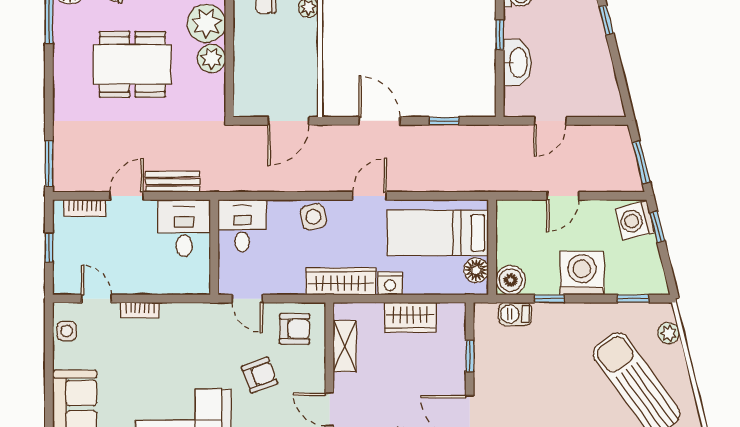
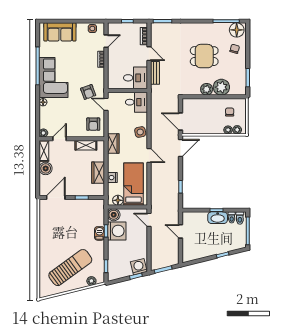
washbasin: (518, 63) -> (218, 218), moved
dining table: (132, 64) -> (204, 56), width x0.73
door: (379, 121) -> (180, 148), moved
door: (563, 196) -> (149, 220), moved
washing machine: (582, 273) -> (117, 231), moved
wardrobe: (341, 281) -> (113, 143), width x0.67
nightstand: (390, 283) -> (112, 178), moved
door: (247, 299) -> (106, 104), hinge flipped
barbecue: (515, 314) -> (99, 233), moved
armchair: (260, 375) -> (88, 92), moved

